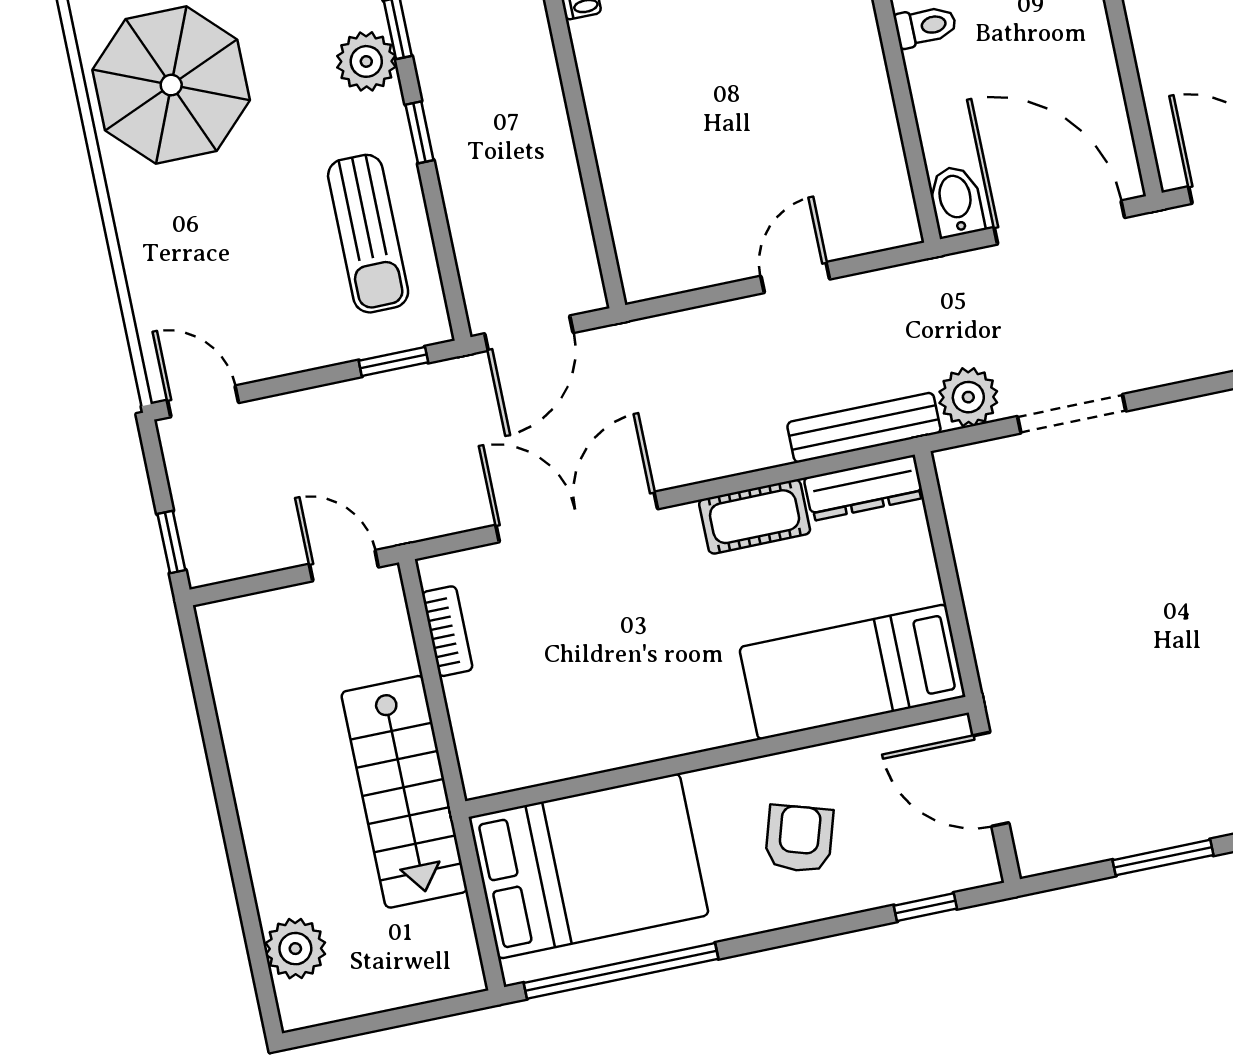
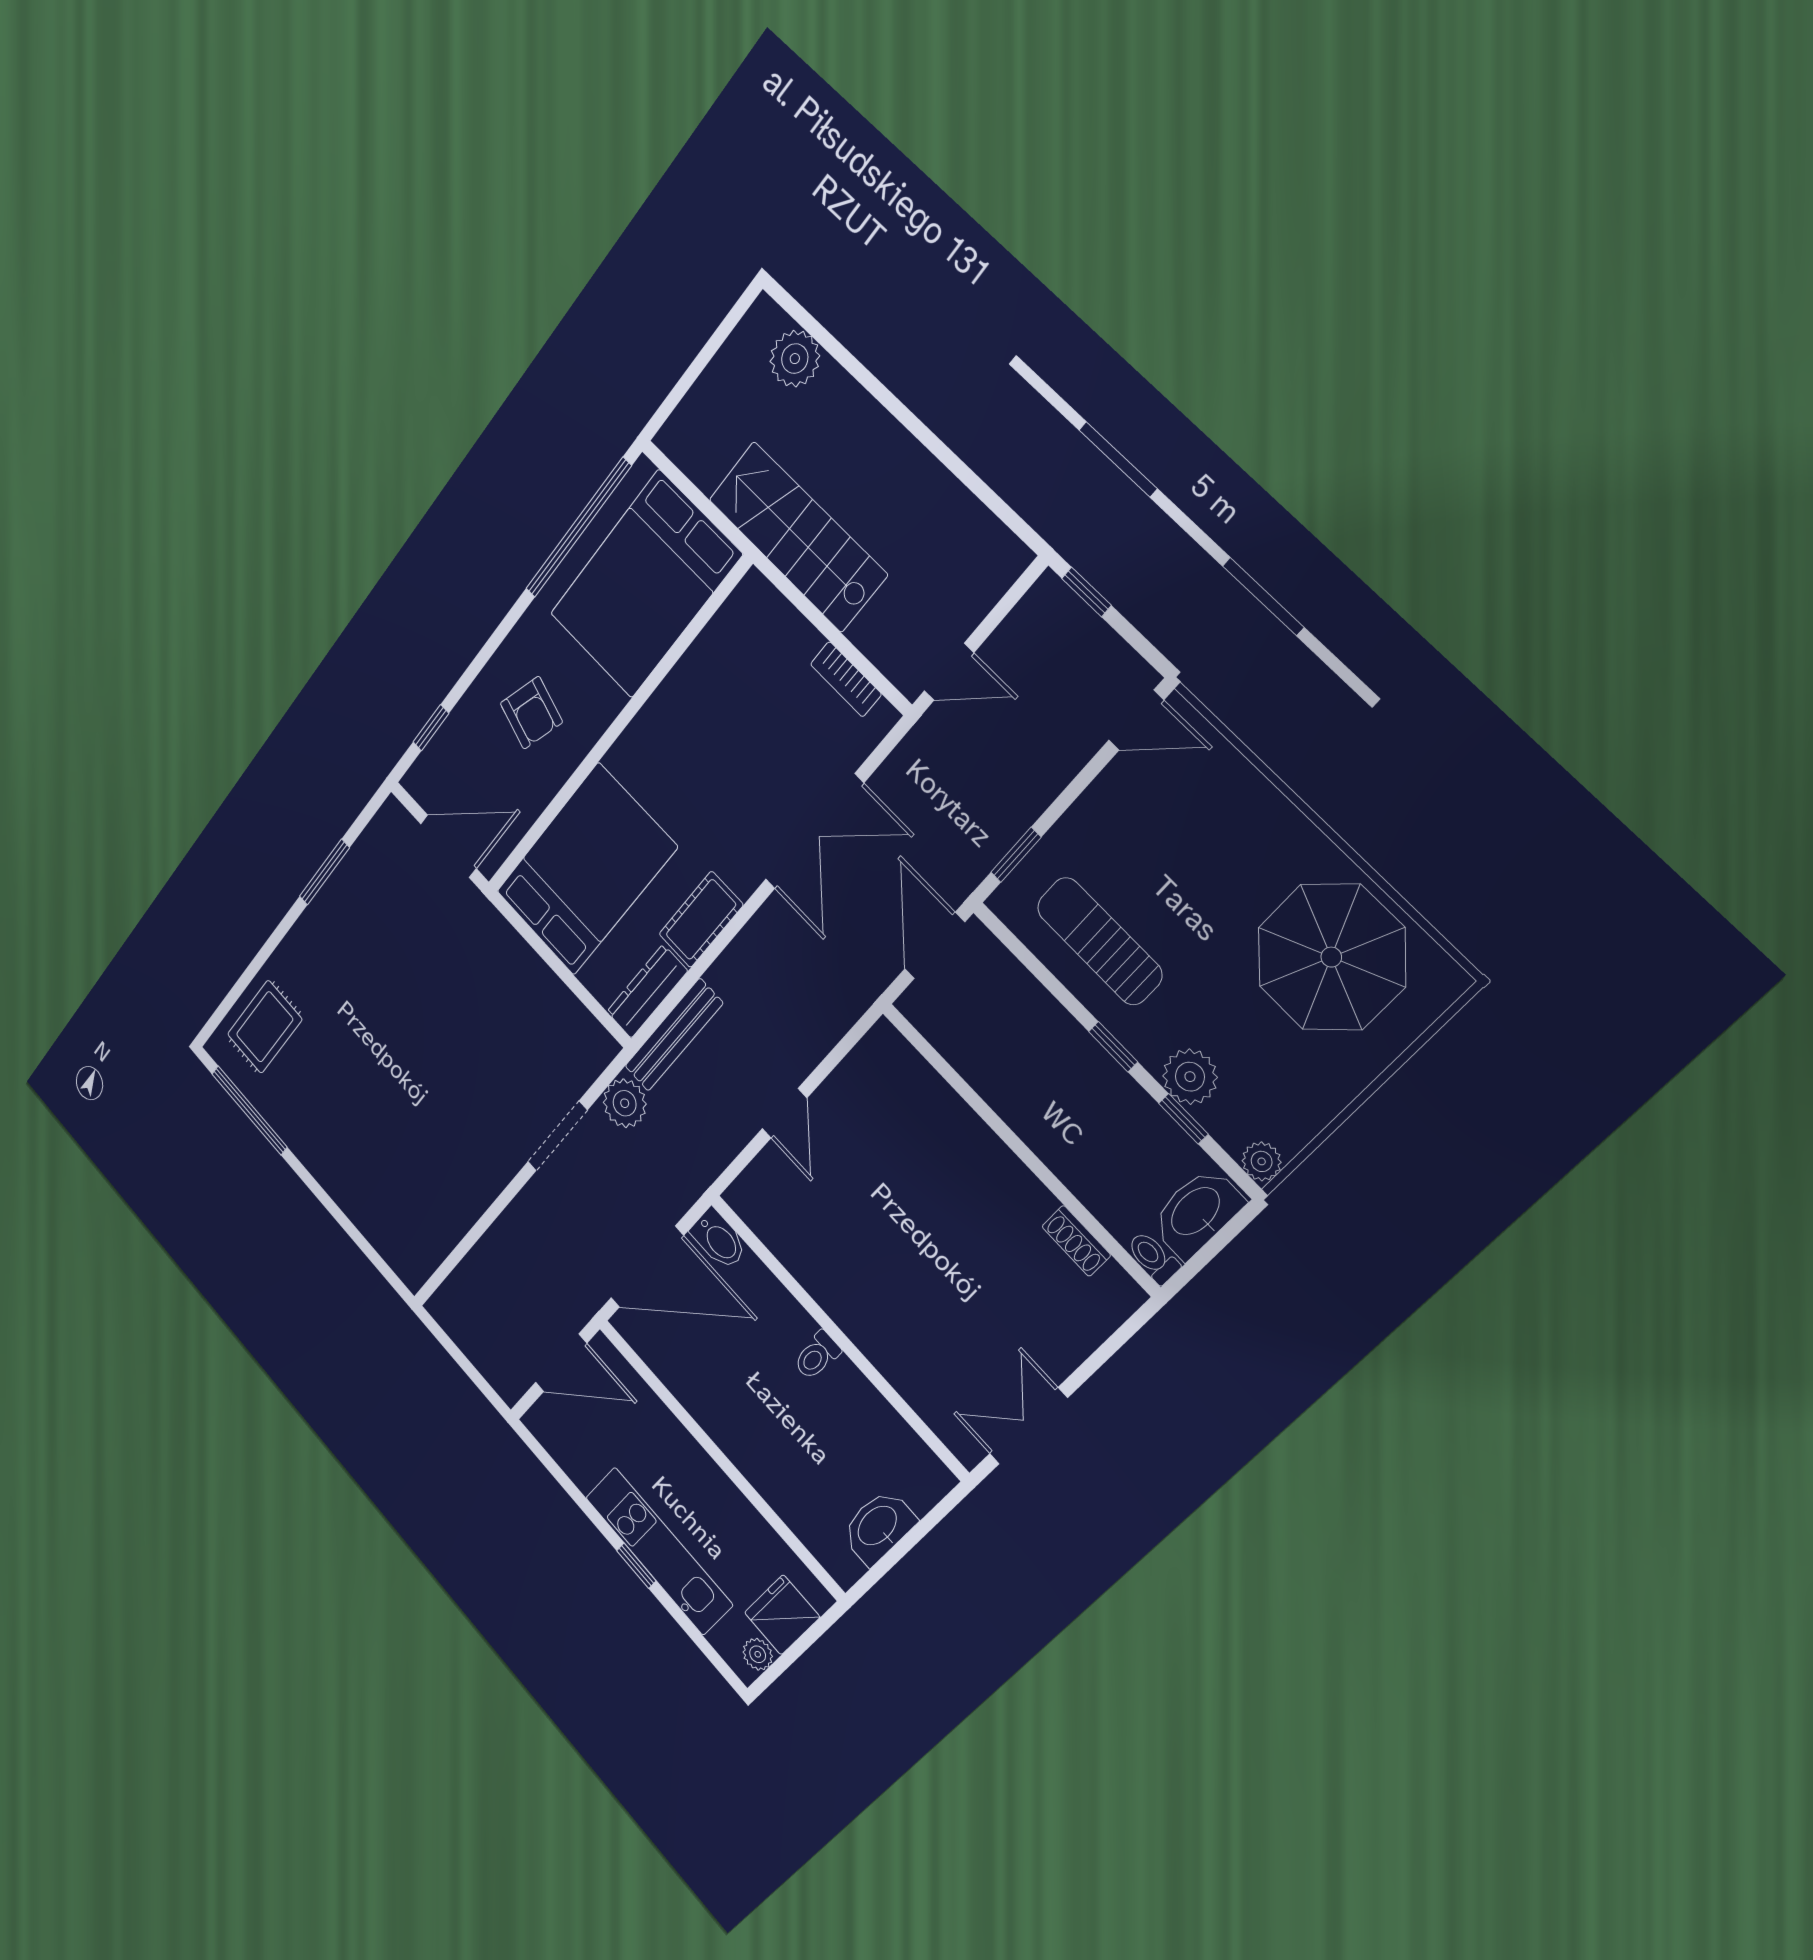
bed: (852, 672) -> (586, 869), width x1.50

